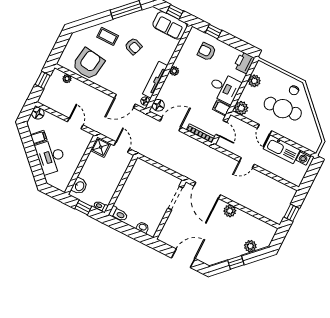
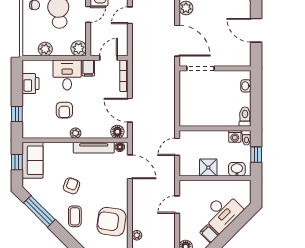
armchair: (207, 52) -> (64, 110), moved
printer: (244, 63) -> (30, 84), moved, turned -90
shower: (101, 147) -> (208, 168), moved
door: (247, 163) -> (130, 15), swing flipped
door: (207, 190) -> (177, 41), hinge flipped
washing machine: (107, 198) -> (235, 136), added

